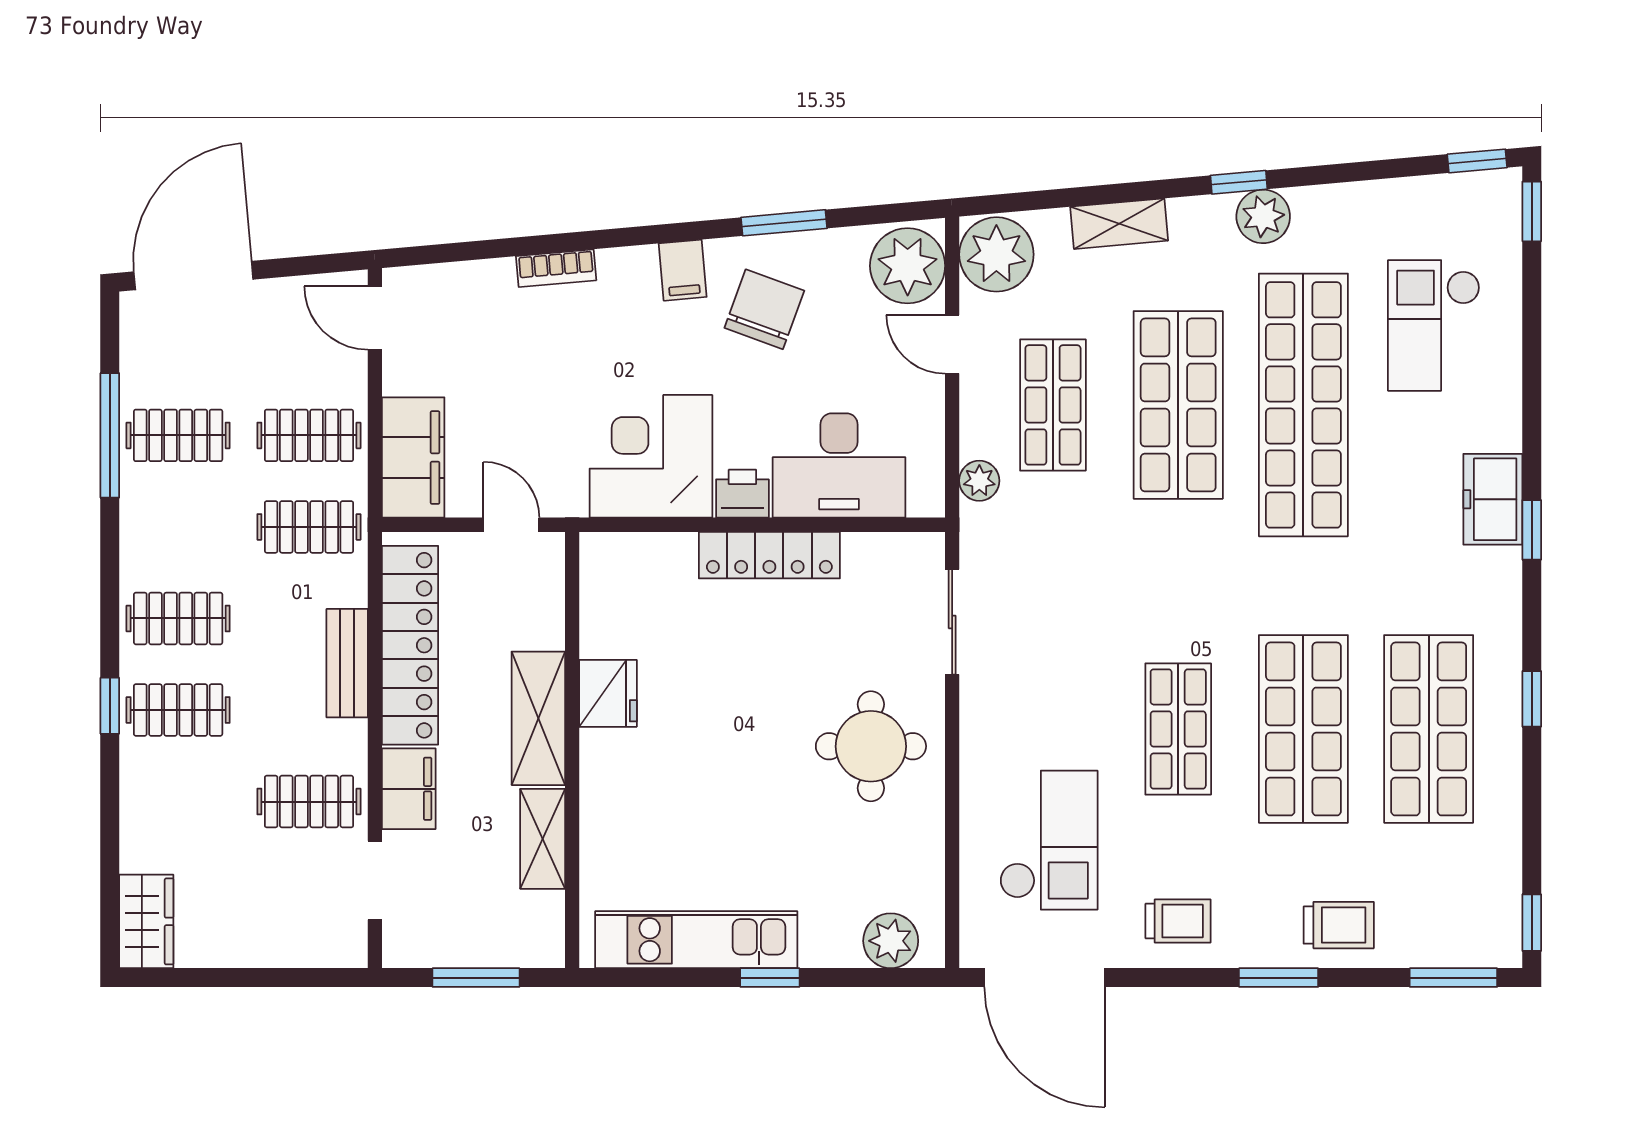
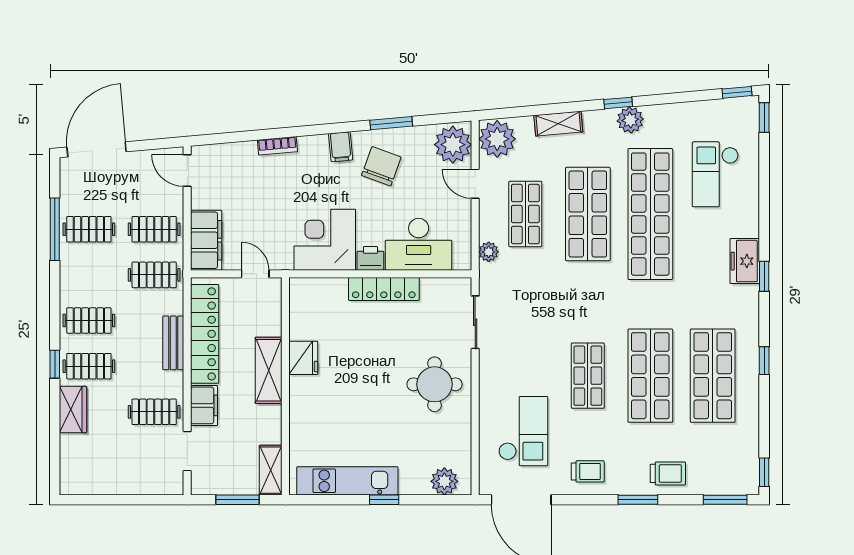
shelving: (543, 839) -> (271, 470), moved
wardrobe: (146, 921) -> (73, 410), moved

